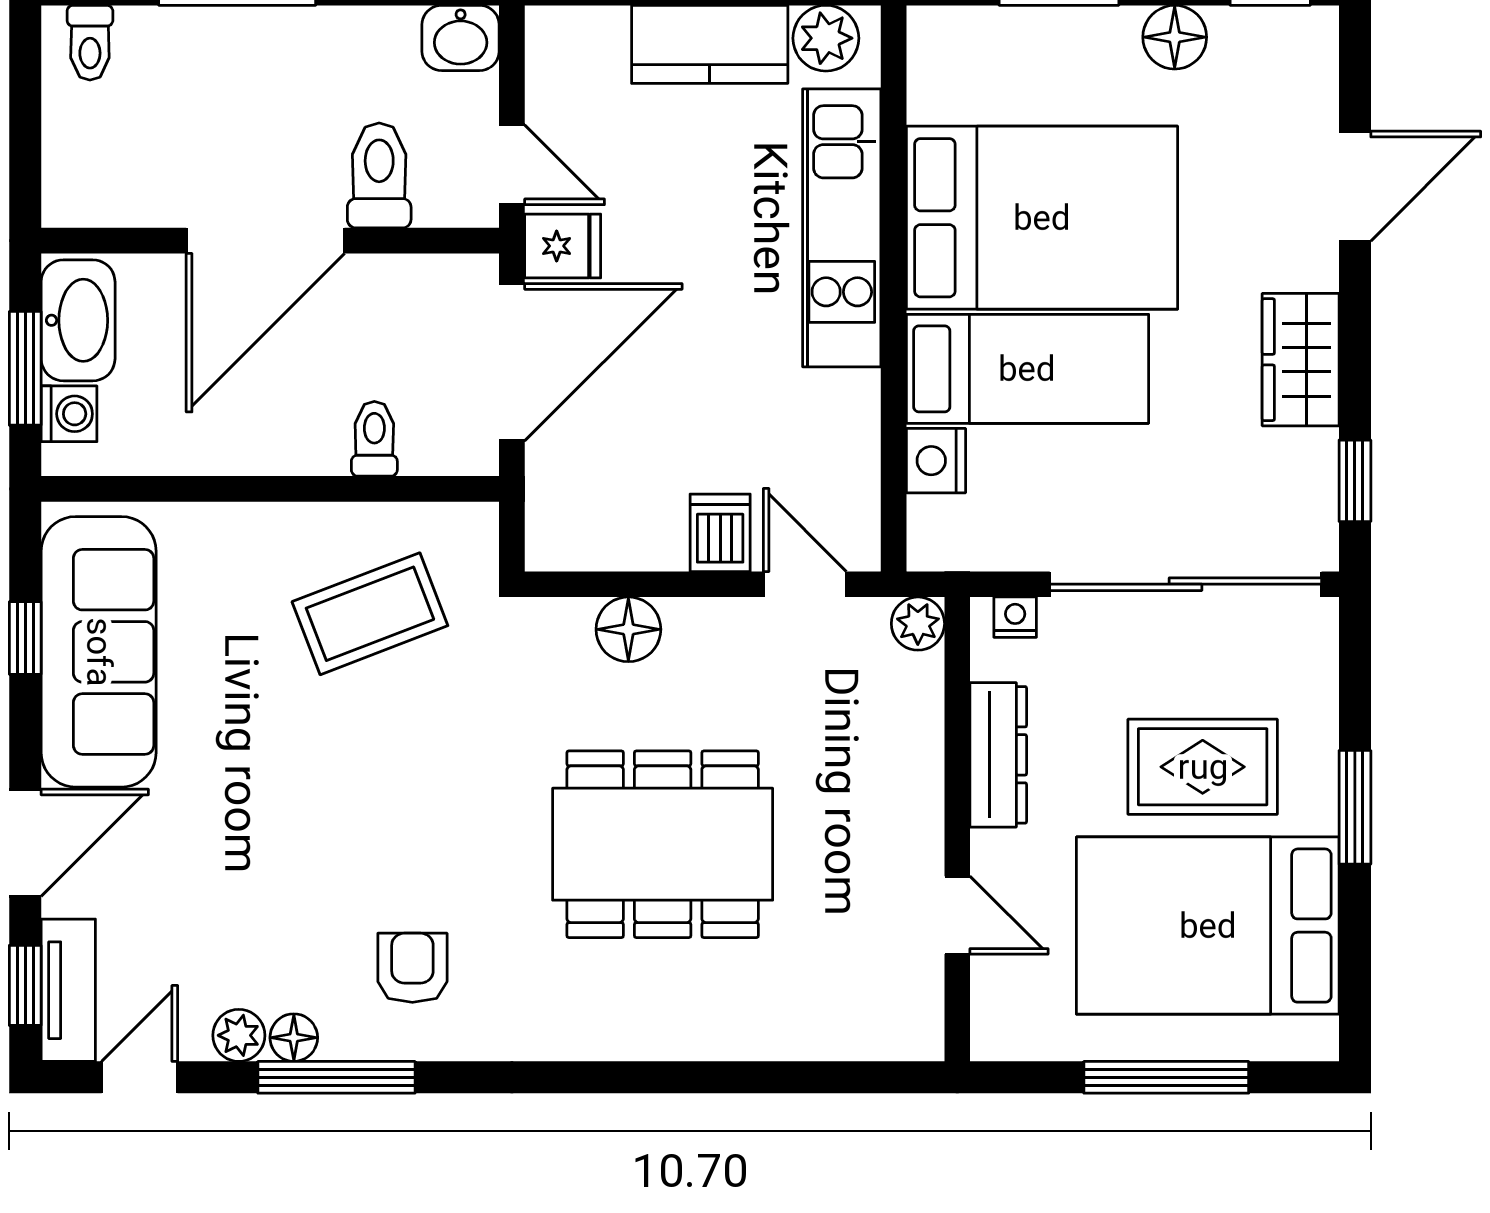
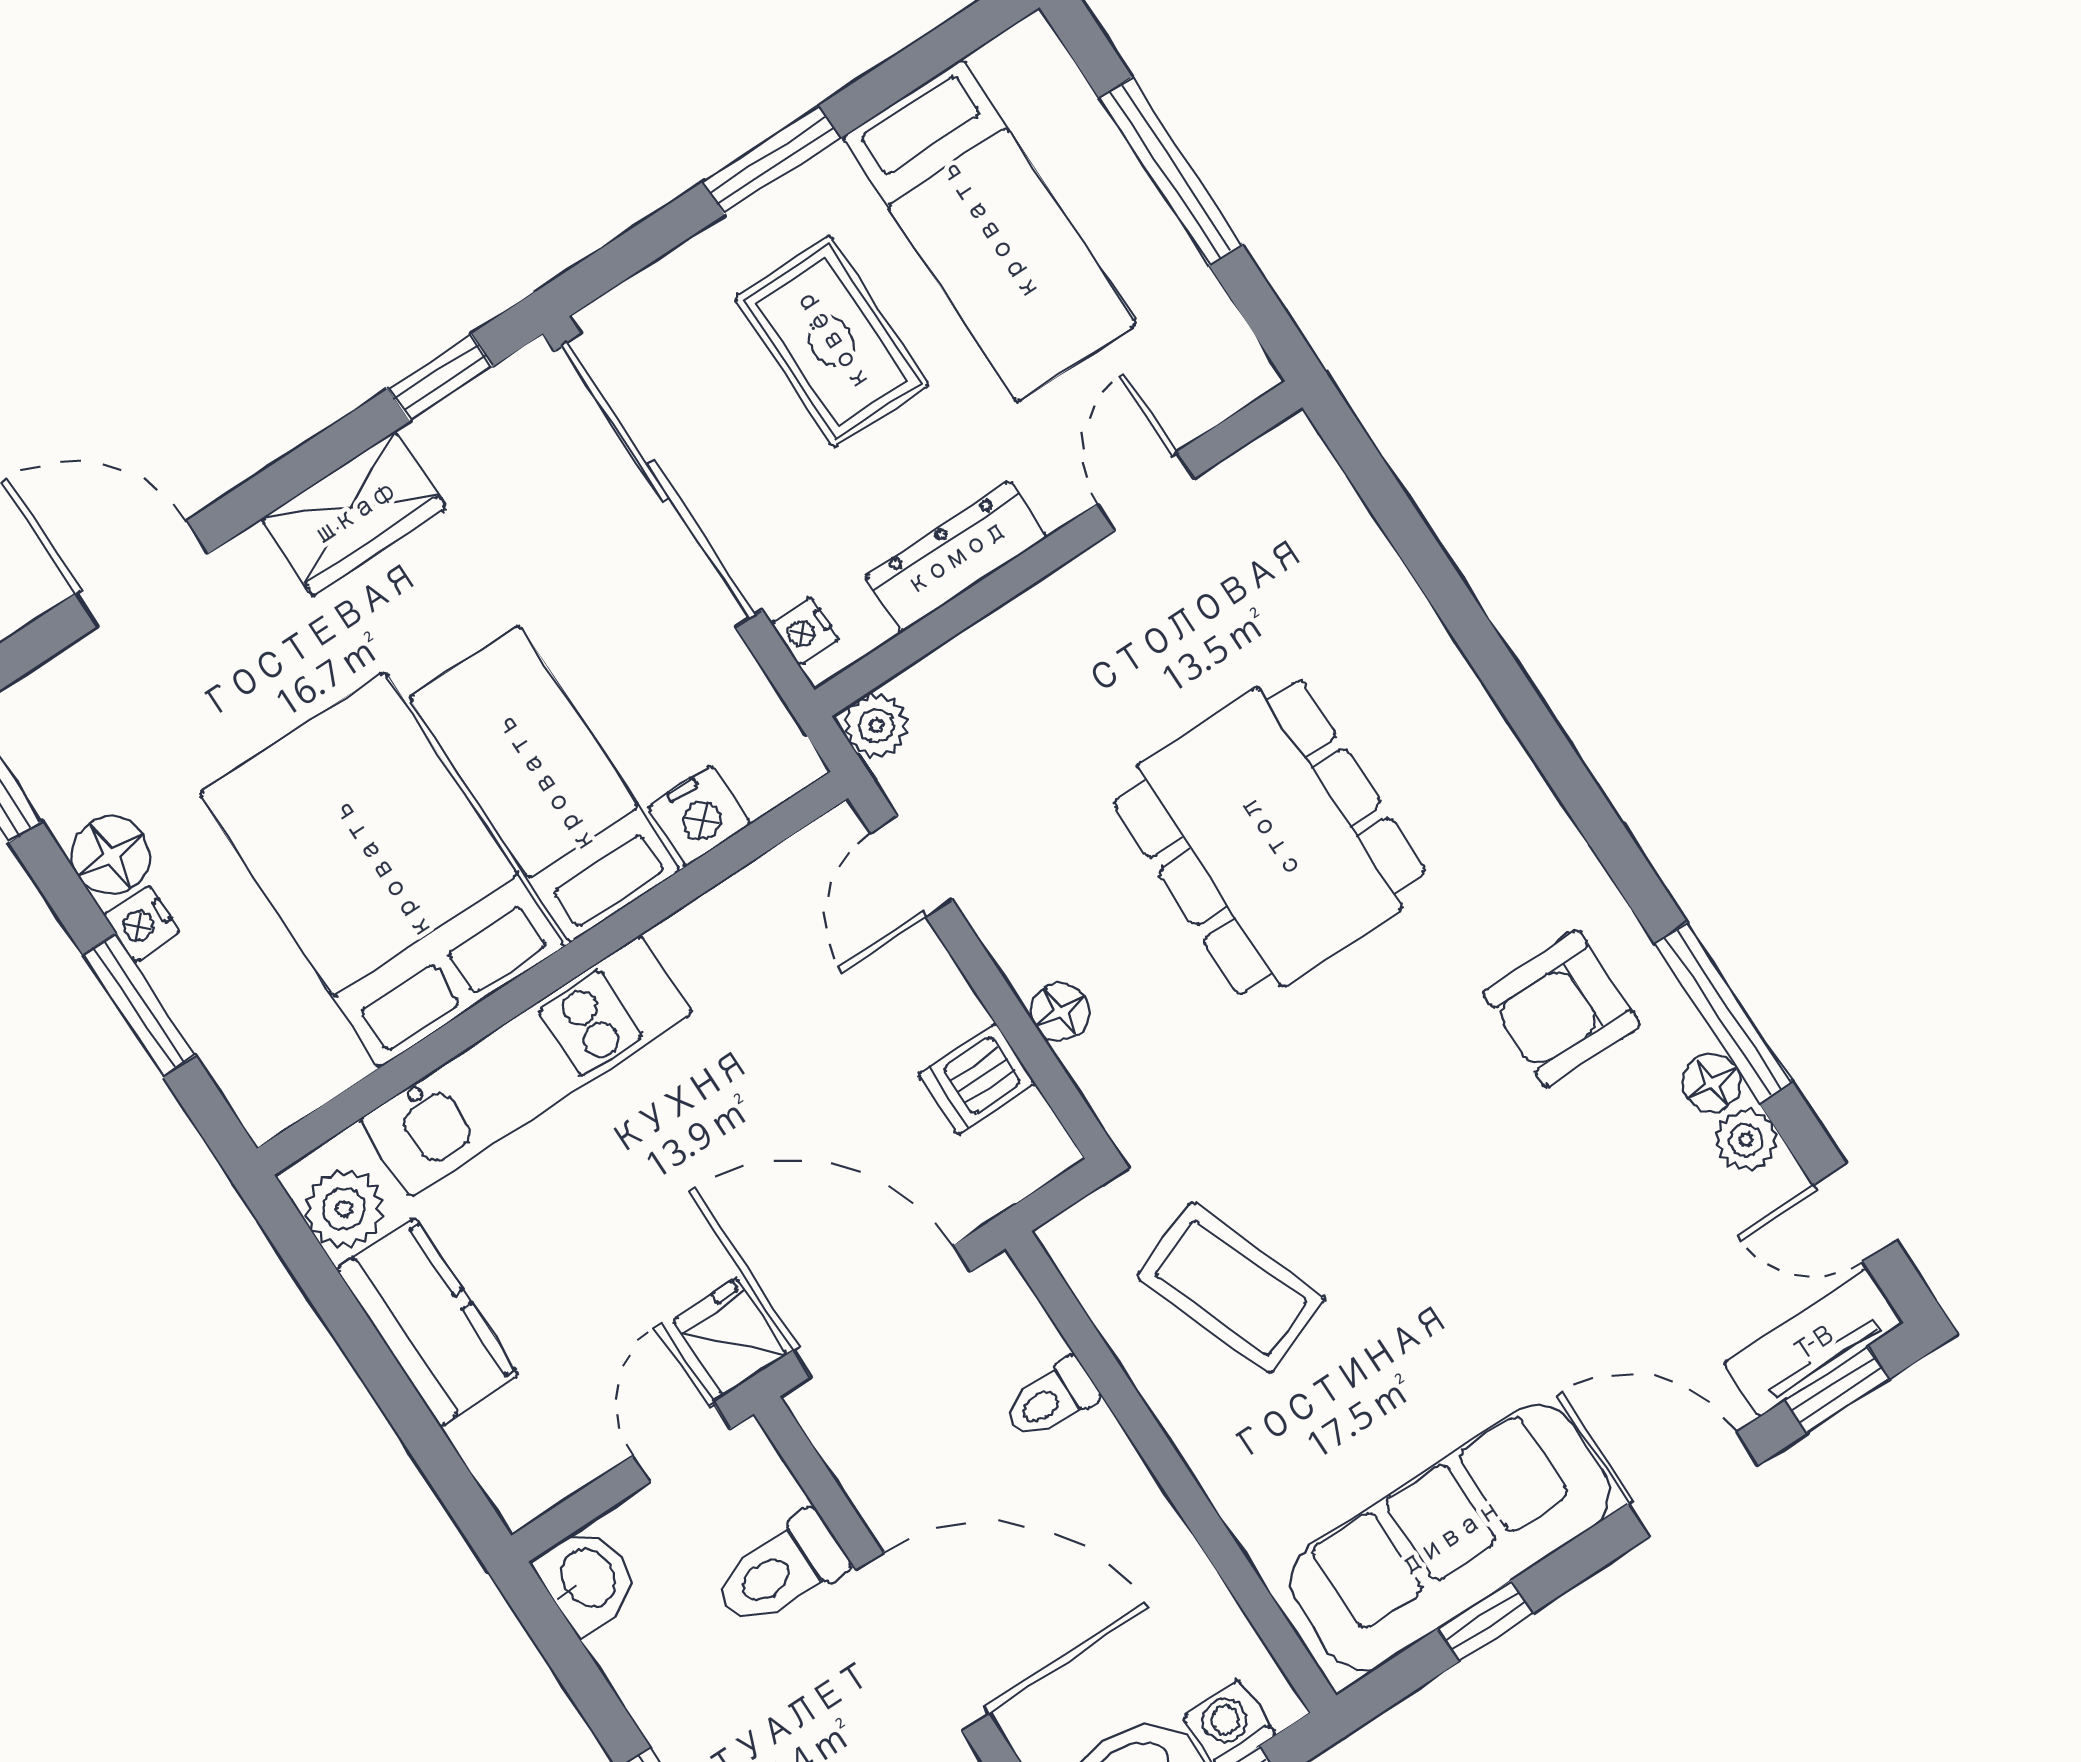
nightstand: (1114, 28) -> (142, 924), added
dishwasher: (720, 533) -> (977, 1079), moved
floor lamp: (628, 629) -> (1060, 1012), width x0.73, depth x0.73
bed: (1208, 926) -> (989, 231), width x0.67
armchair: (412, 968) -> (1562, 1009), width x1.38, depth x1.38

